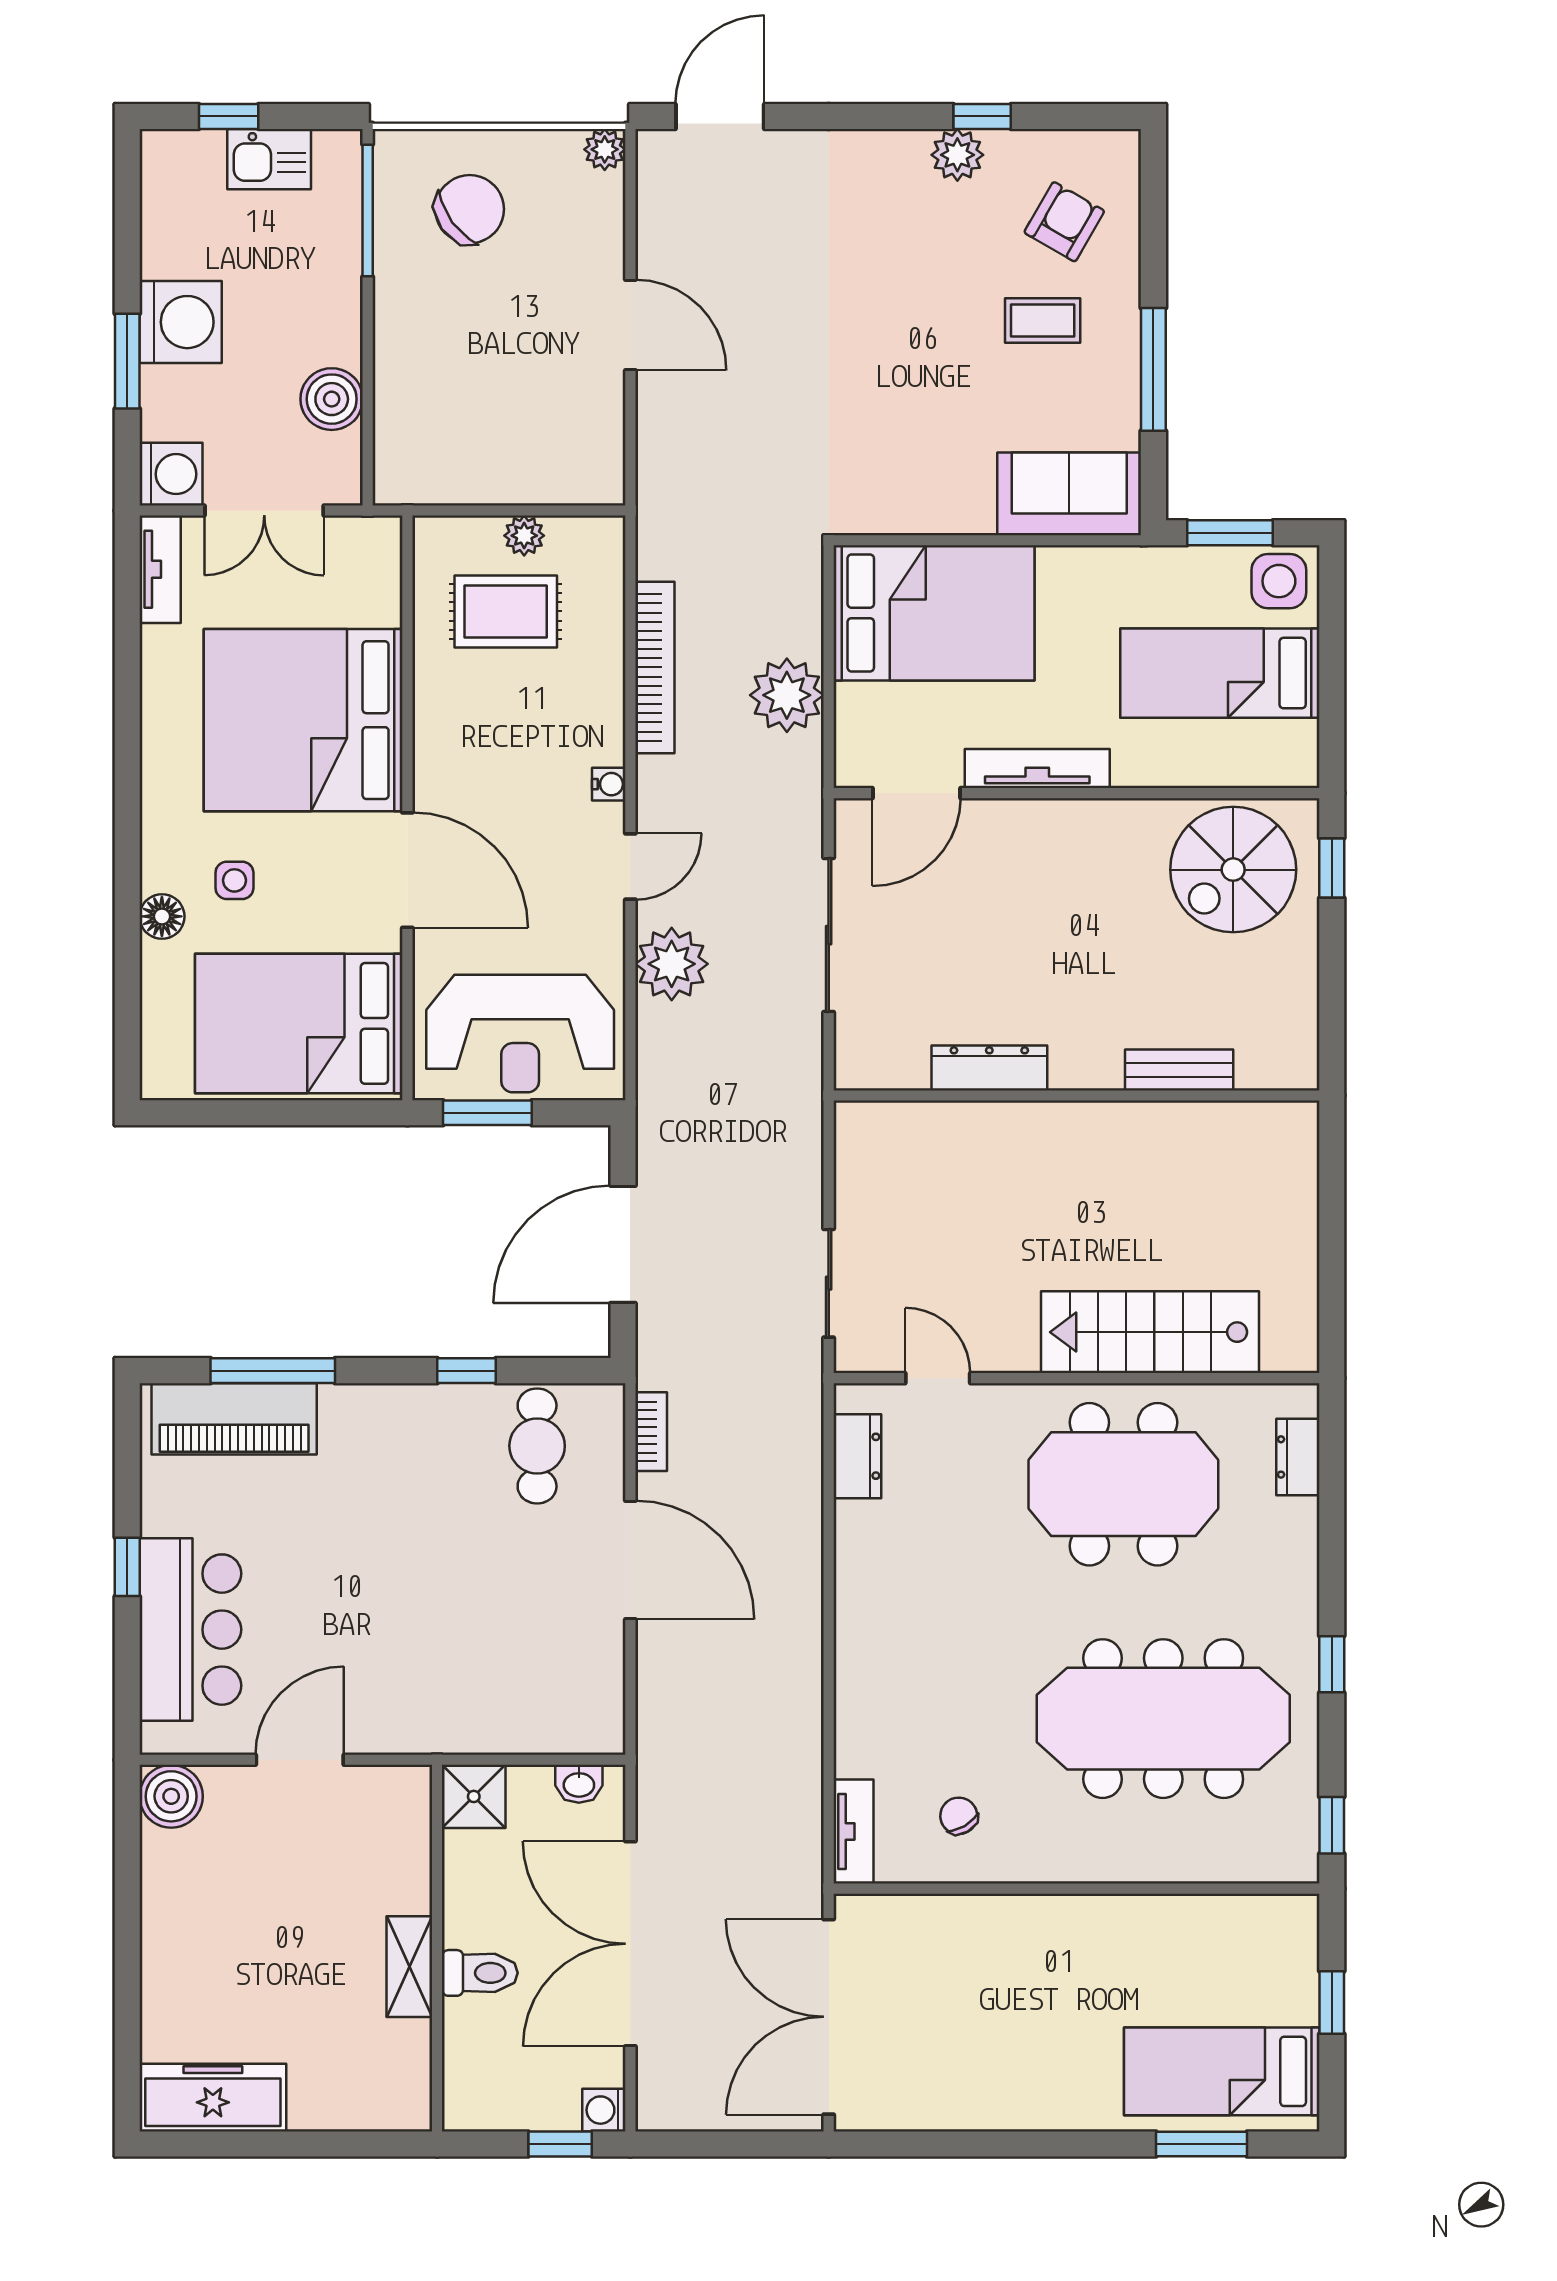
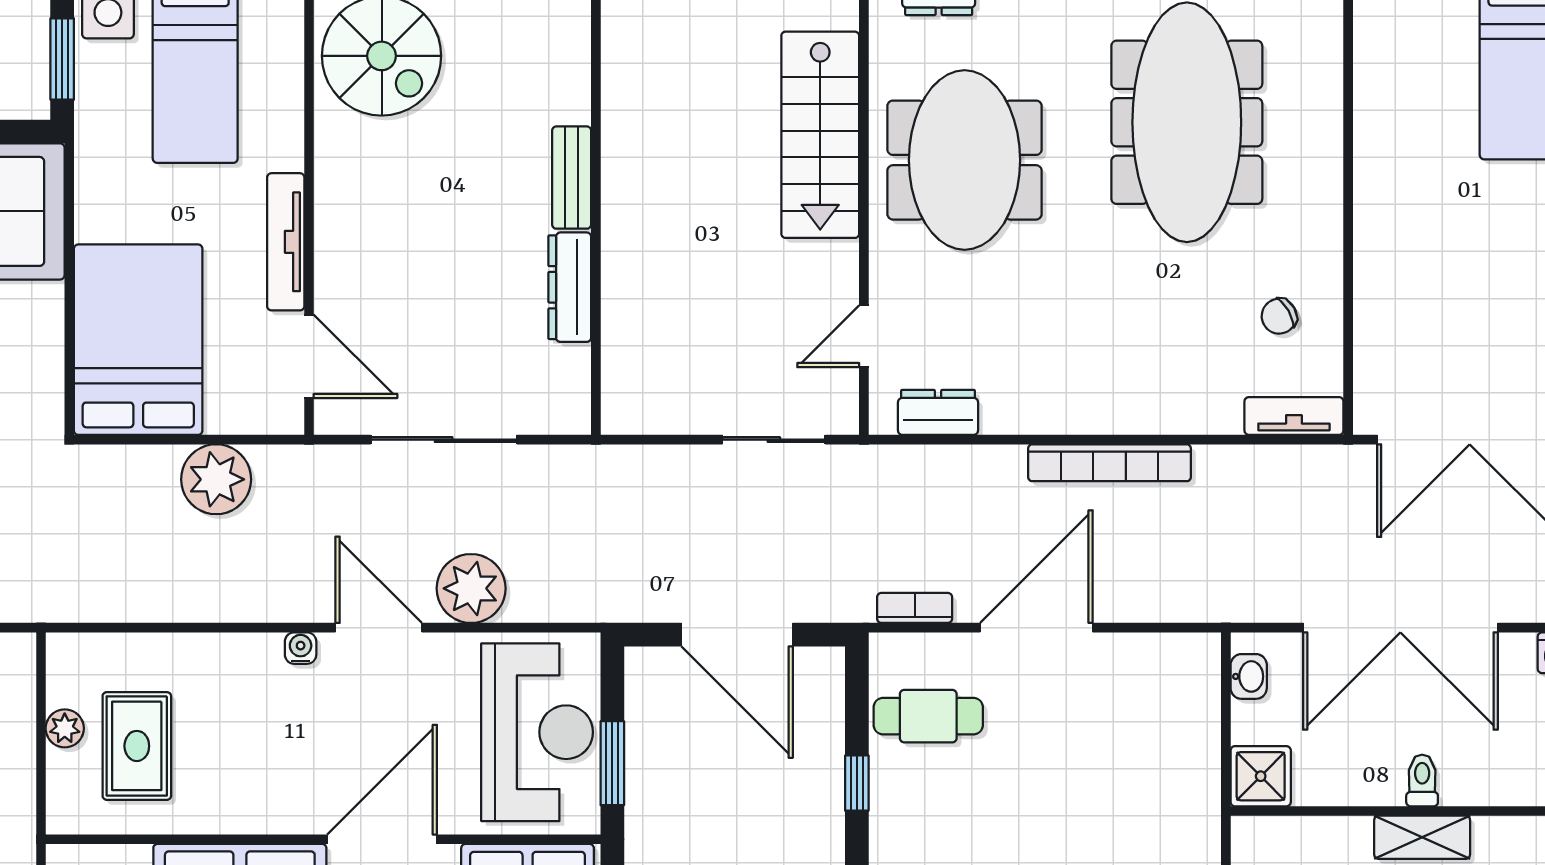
bookcase: (655, 667) -> (1110, 463), moved, turned 180
door: (630, 867) -> (379, 628), width x1.38
bench: (1179, 1070) -> (572, 178), moved
toilet: (480, 1973) -> (1422, 780), width x0.73, depth x0.72

